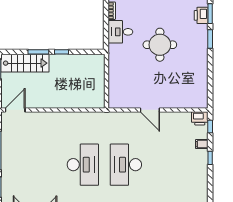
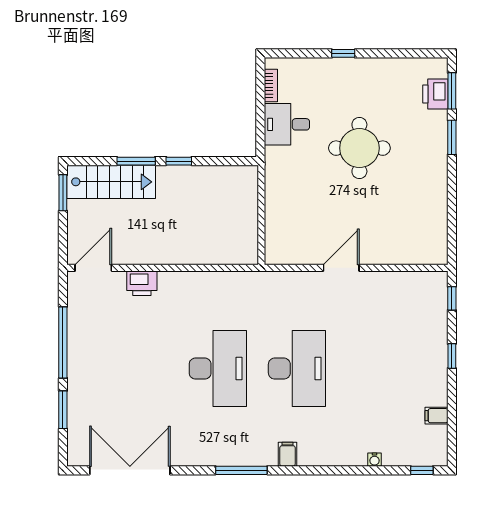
door: (150, 110) -> (341, 268), swing flipped
printer: (200, 118) -> (142, 283), moved
filing cabinet: (202, 144) -> (437, 416), moved
desk: (126, 165) -> (297, 369), turned 180

